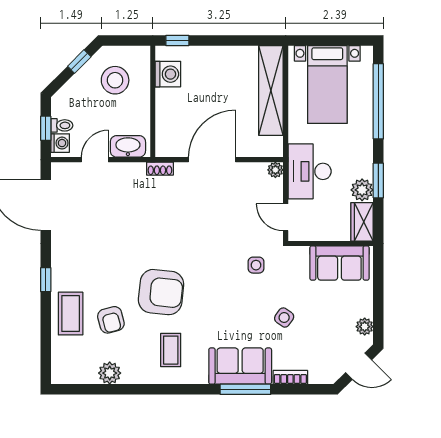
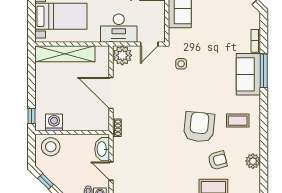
stool: (115, 80) -> (51, 147), moved
plant: (275, 170) -> (122, 55), width x1.88, depth x1.88
side table: (284, 317) -> (216, 45), removed

